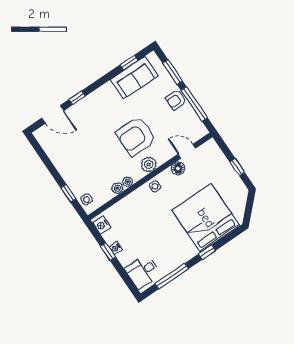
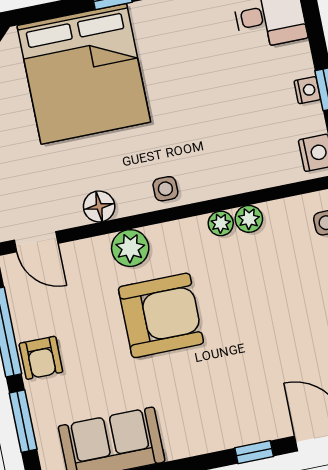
armchair: (176, 100) -> (41, 358), turned 90
door: (187, 151) -> (36, 242), moved
plant: (149, 164) -> (130, 248), moved

